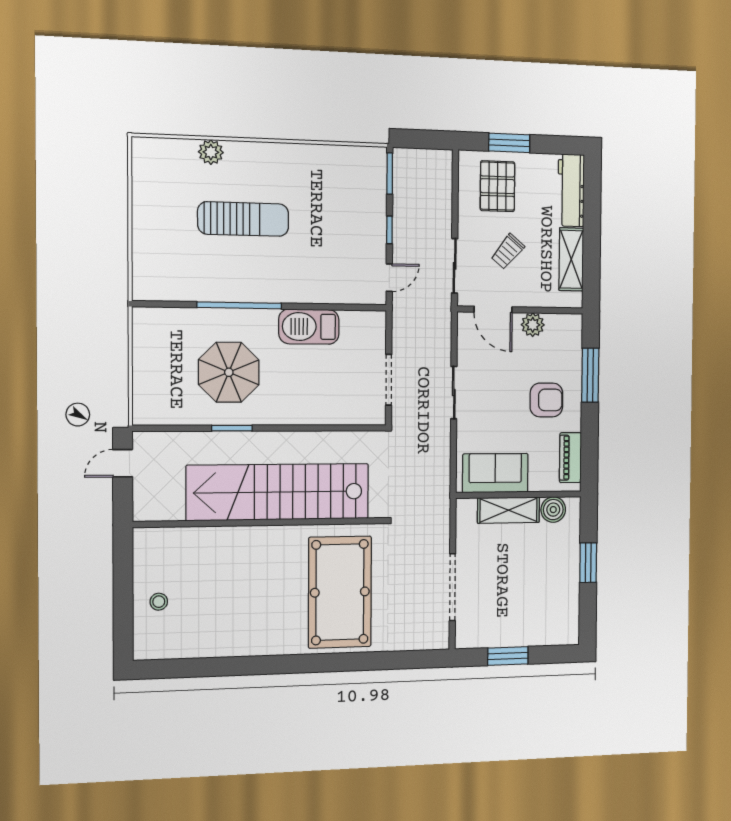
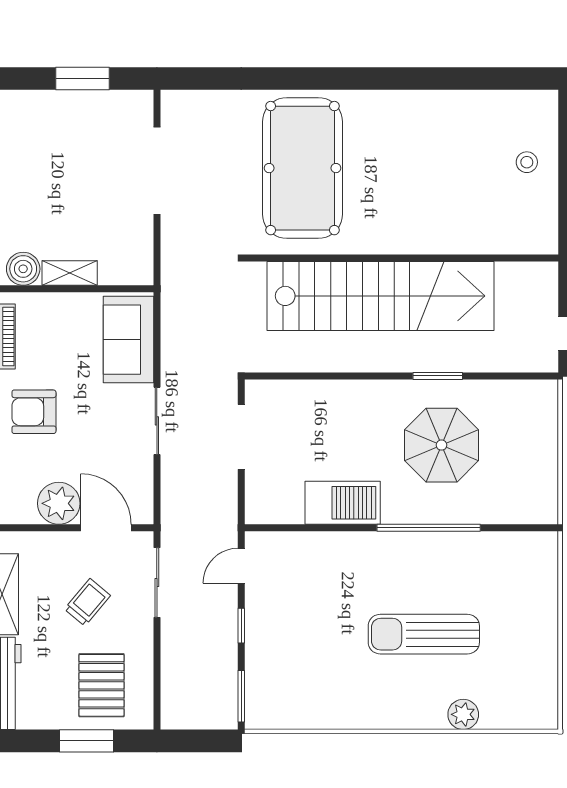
plant: (533, 325) -> (59, 503), width x1.36, depth x1.36
sofa: (495, 473) -> (128, 340), moved, turned 90
shelving: (509, 510) -> (70, 273), width x0.67, depth x0.75

